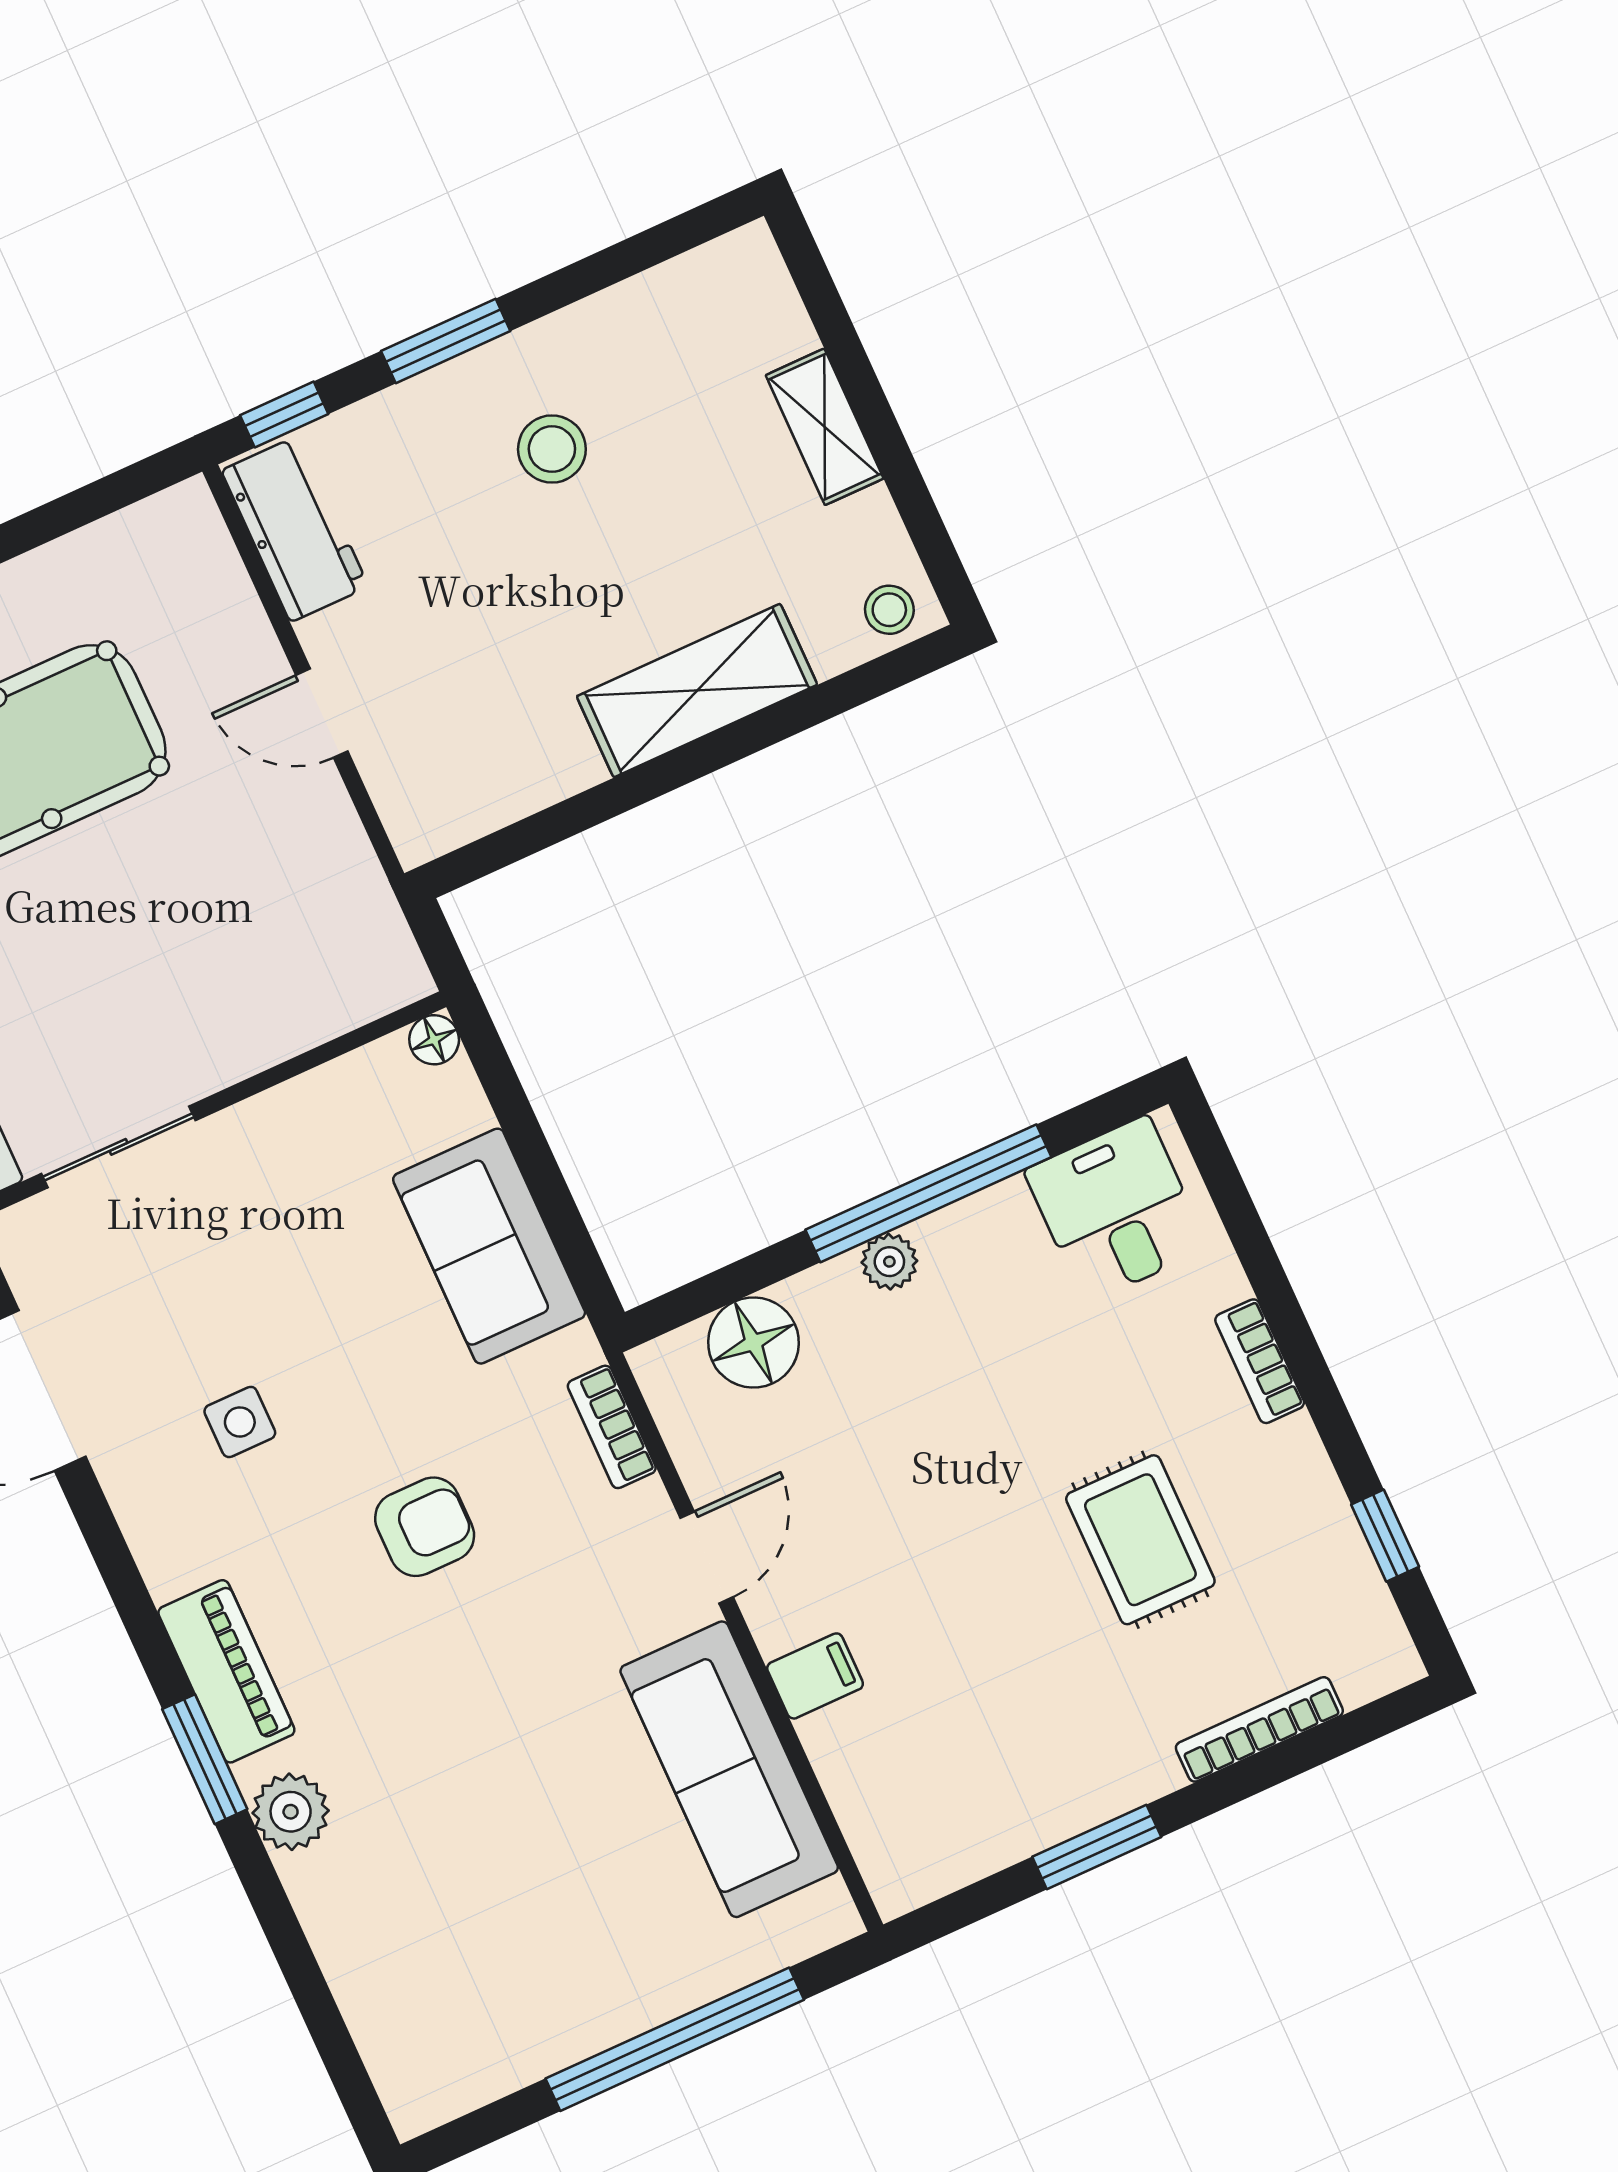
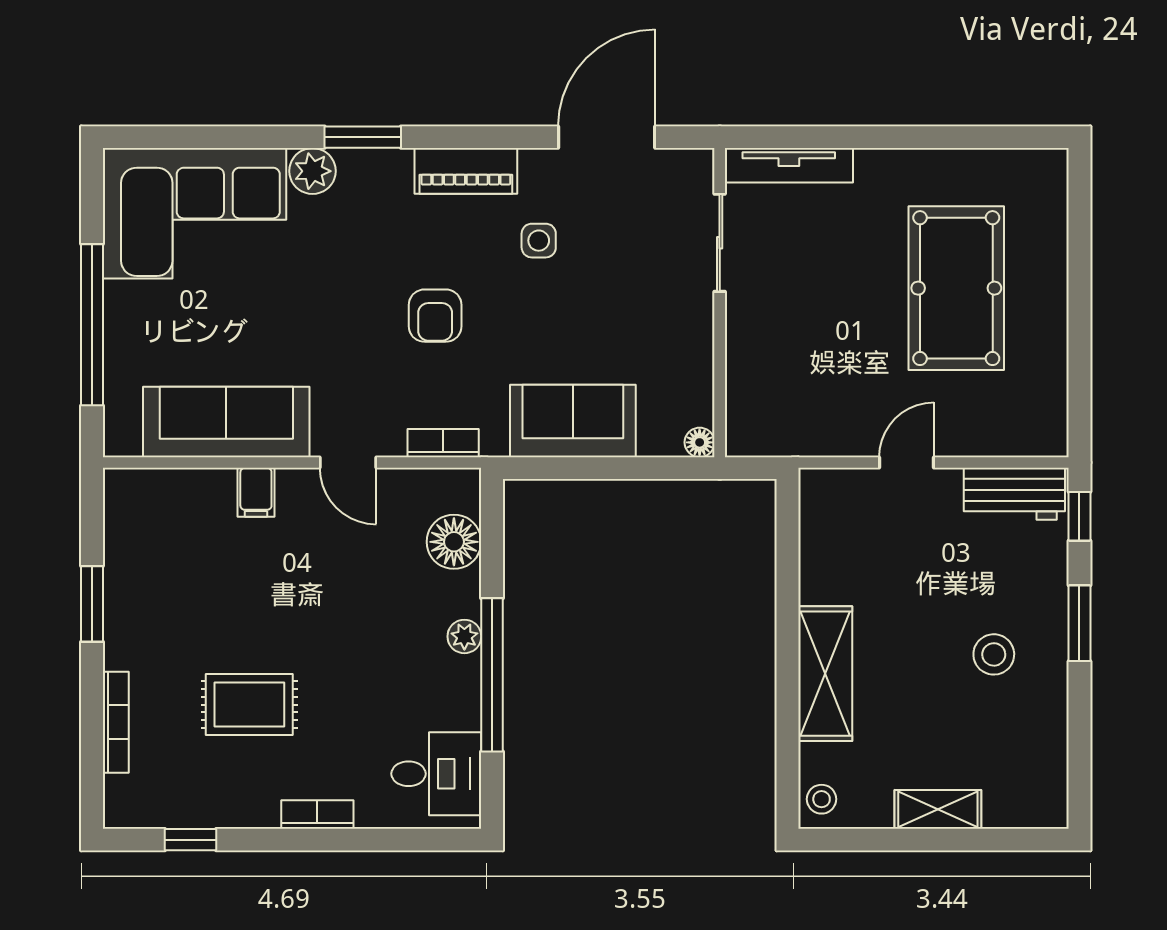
piano: (226, 1671) -> (466, 171), moved
corner sofa: (436, 1961) -> (194, 213), added

